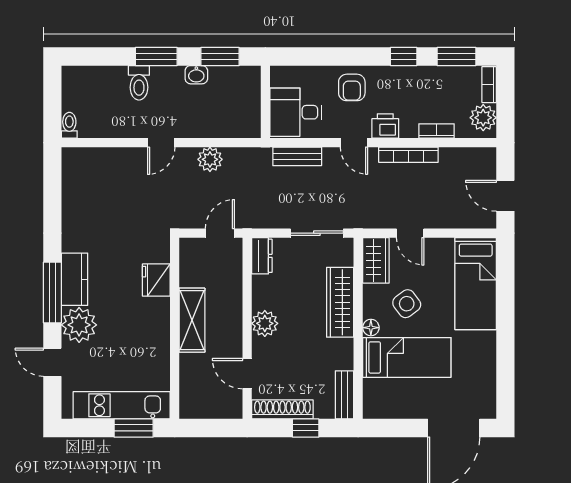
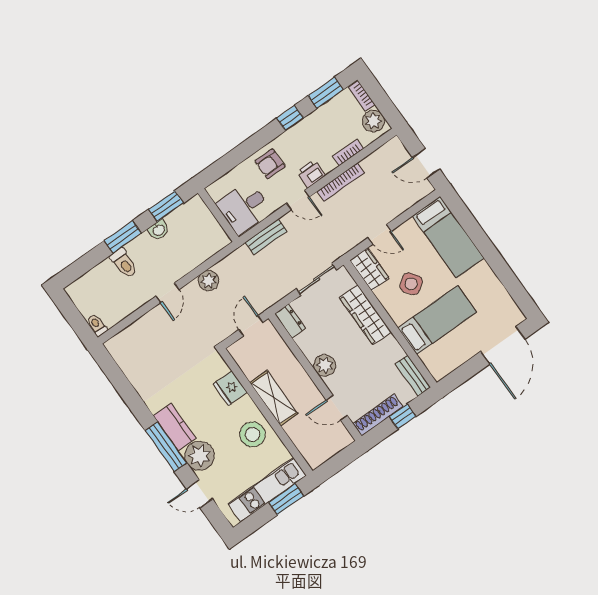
armchair: (352, 87) -> (270, 164), turned 90
floor lamp: (371, 328) -> (398, 317), removed
stool: (146, 341) -> (253, 434), added

